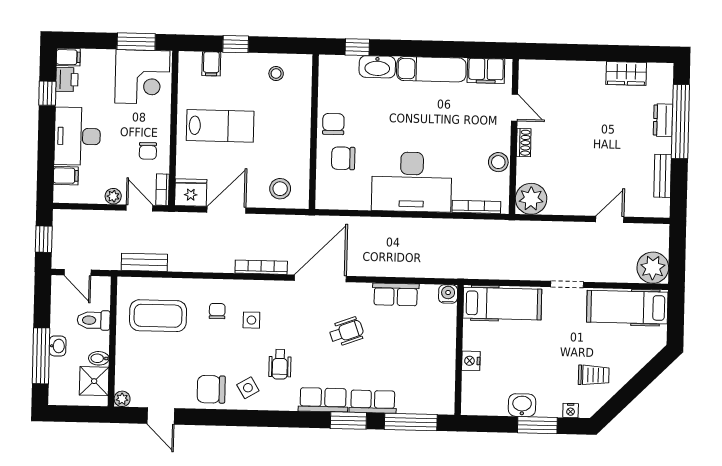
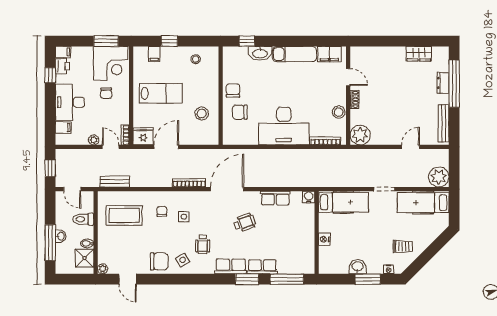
chair: (148, 151) -> (106, 93), moved
bench: (663, 176) -> (444, 123), width x1.36
stool: (280, 189) -> (202, 113), moved
chair: (211, 389) -> (159, 261), turned 180

